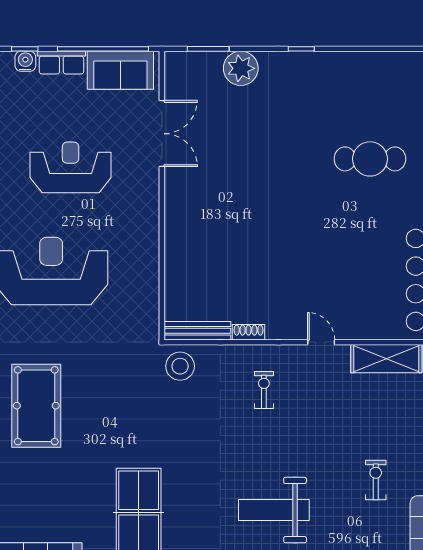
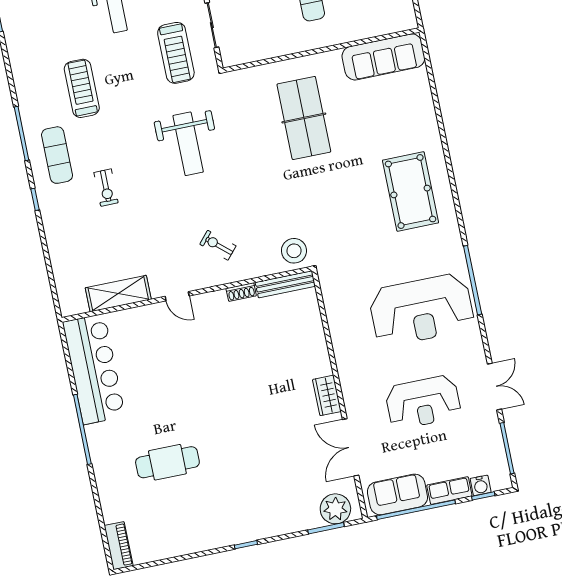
plant: (241, 68) -> (335, 509), moved
wardrobe: (177, 197) -> (327, 395), added
exercise bike: (264, 390) -> (218, 245), turned 131
weight bench: (274, 510) -> (188, 144), turned 90

